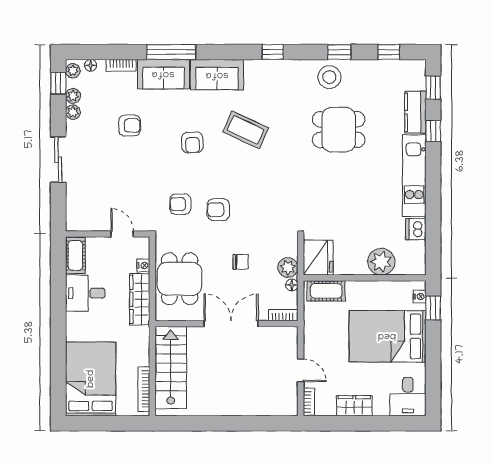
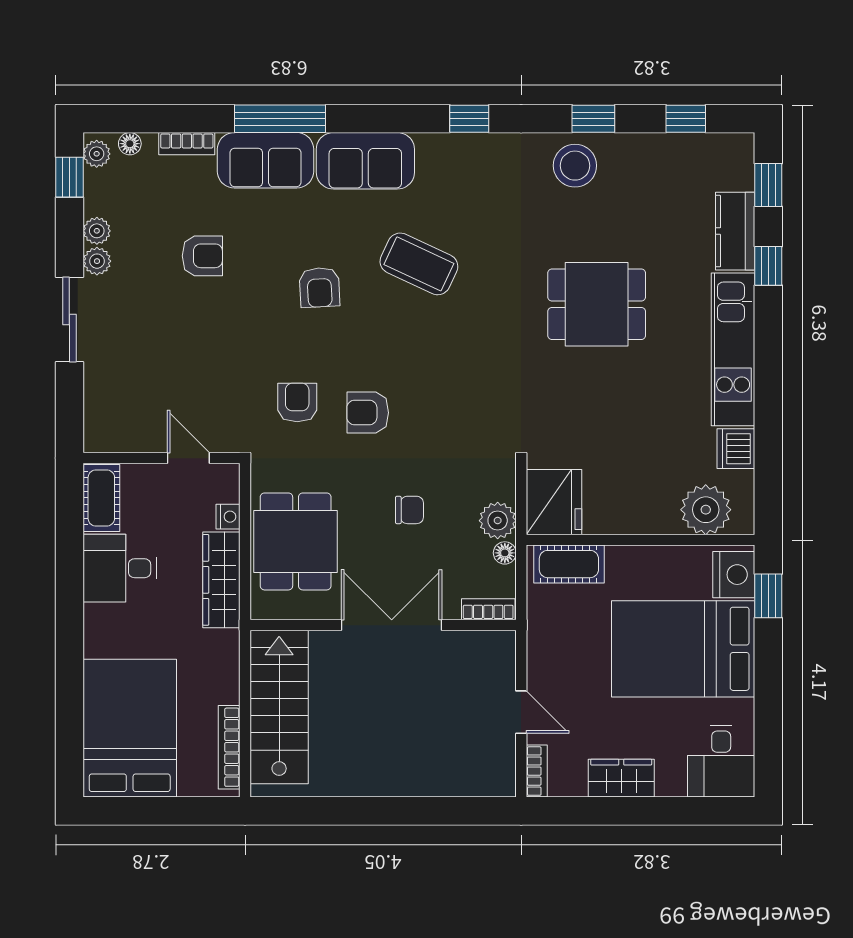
plant: (73, 96) -> (97, 261), moved
dining table: (339, 130) -> (597, 304), moved
armchair: (180, 204) -> (297, 402), turned 90
plant: (381, 262) -> (706, 510), moved
nightstand: (420, 297) -> (734, 575), width x1.89, depth x1.79

